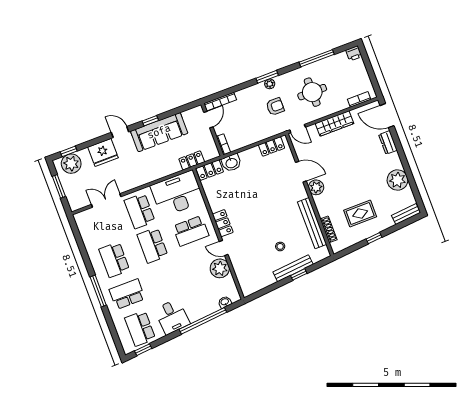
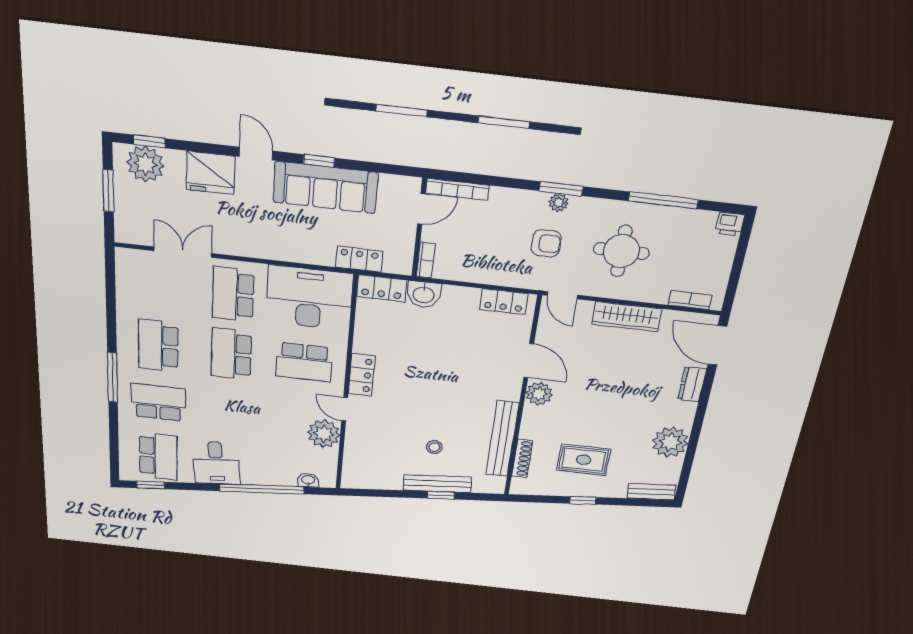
school desk: (140, 328) -> (158, 456), turned 180

